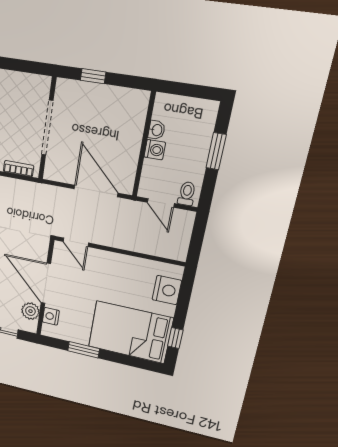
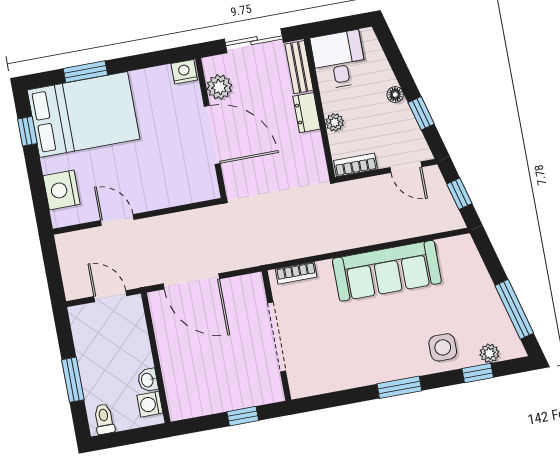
washing machine: (155, 150) -> (150, 404), moved
toilet: (187, 194) -> (104, 419), moved, turned 180
door: (76, 242) -> (117, 220), moved
nightstand: (51, 316) -> (184, 72), moved, turned -90
window: (84, 350) -> (85, 72), moved

